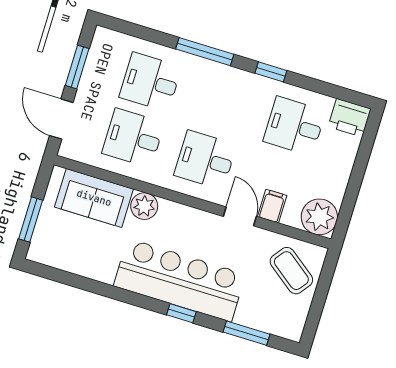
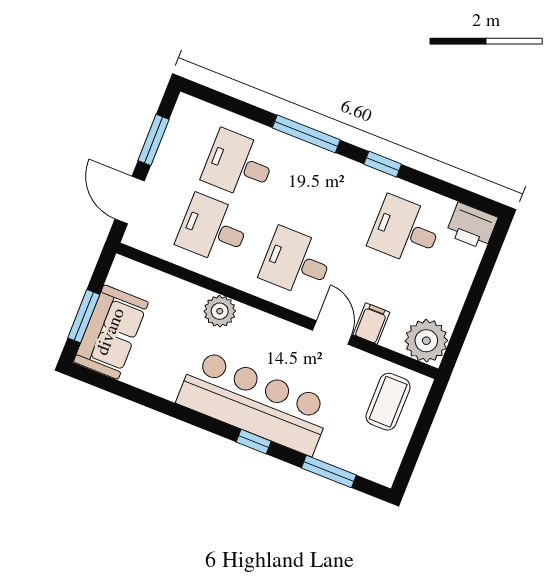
sofa: (94, 198) -> (111, 332), moved, turned -90
coffee table: (291, 271) -> (388, 402), turned 53

